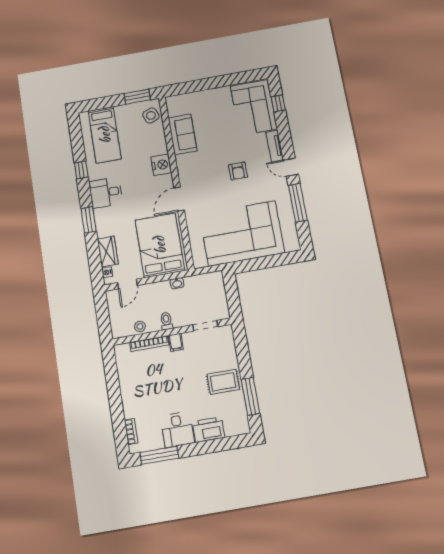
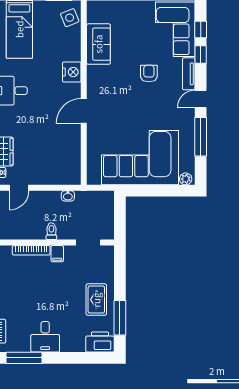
window: (283, 126) -> (201, 55), added
door: (291, 167) -> (201, 99), hinge flipped
armchair: (238, 171) -> (149, 74), moved, turned 180
bed: (160, 245) -> (57, 155), removed
plant: (291, 246) -> (186, 179), added
stool: (140, 326) -> (25, 232), removed
rug: (223, 382) -> (96, 300), turned 90
printer: (209, 430) -> (100, 342), moved

